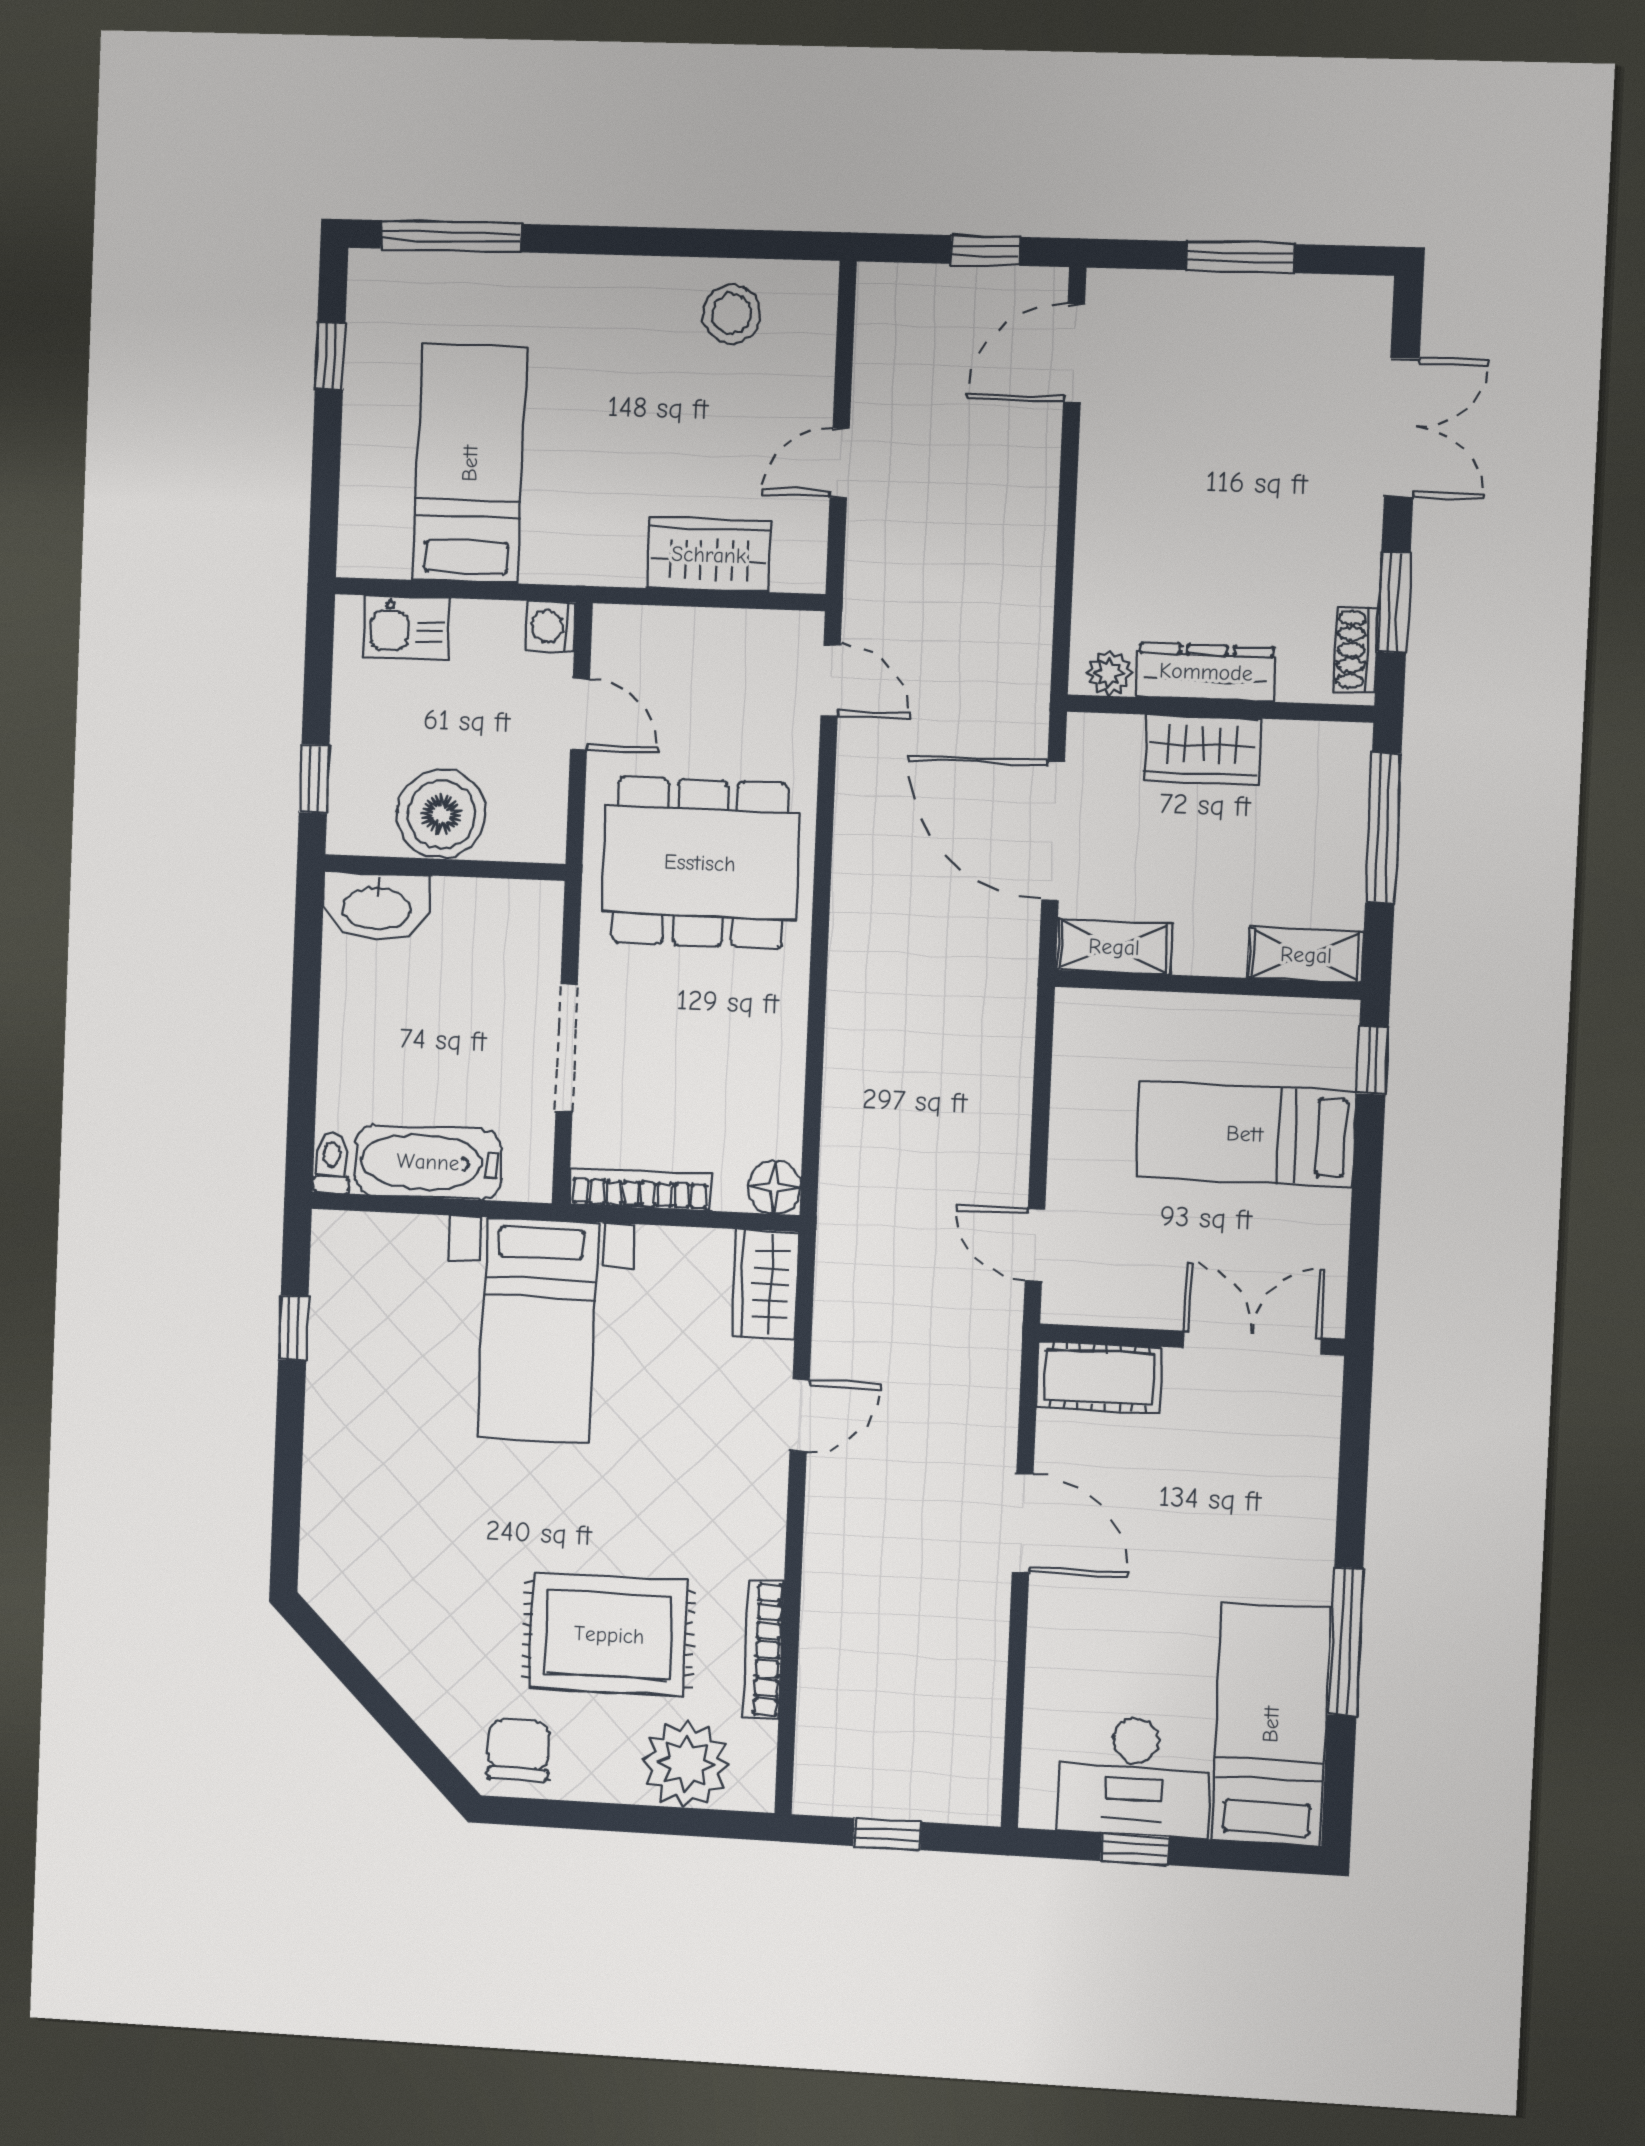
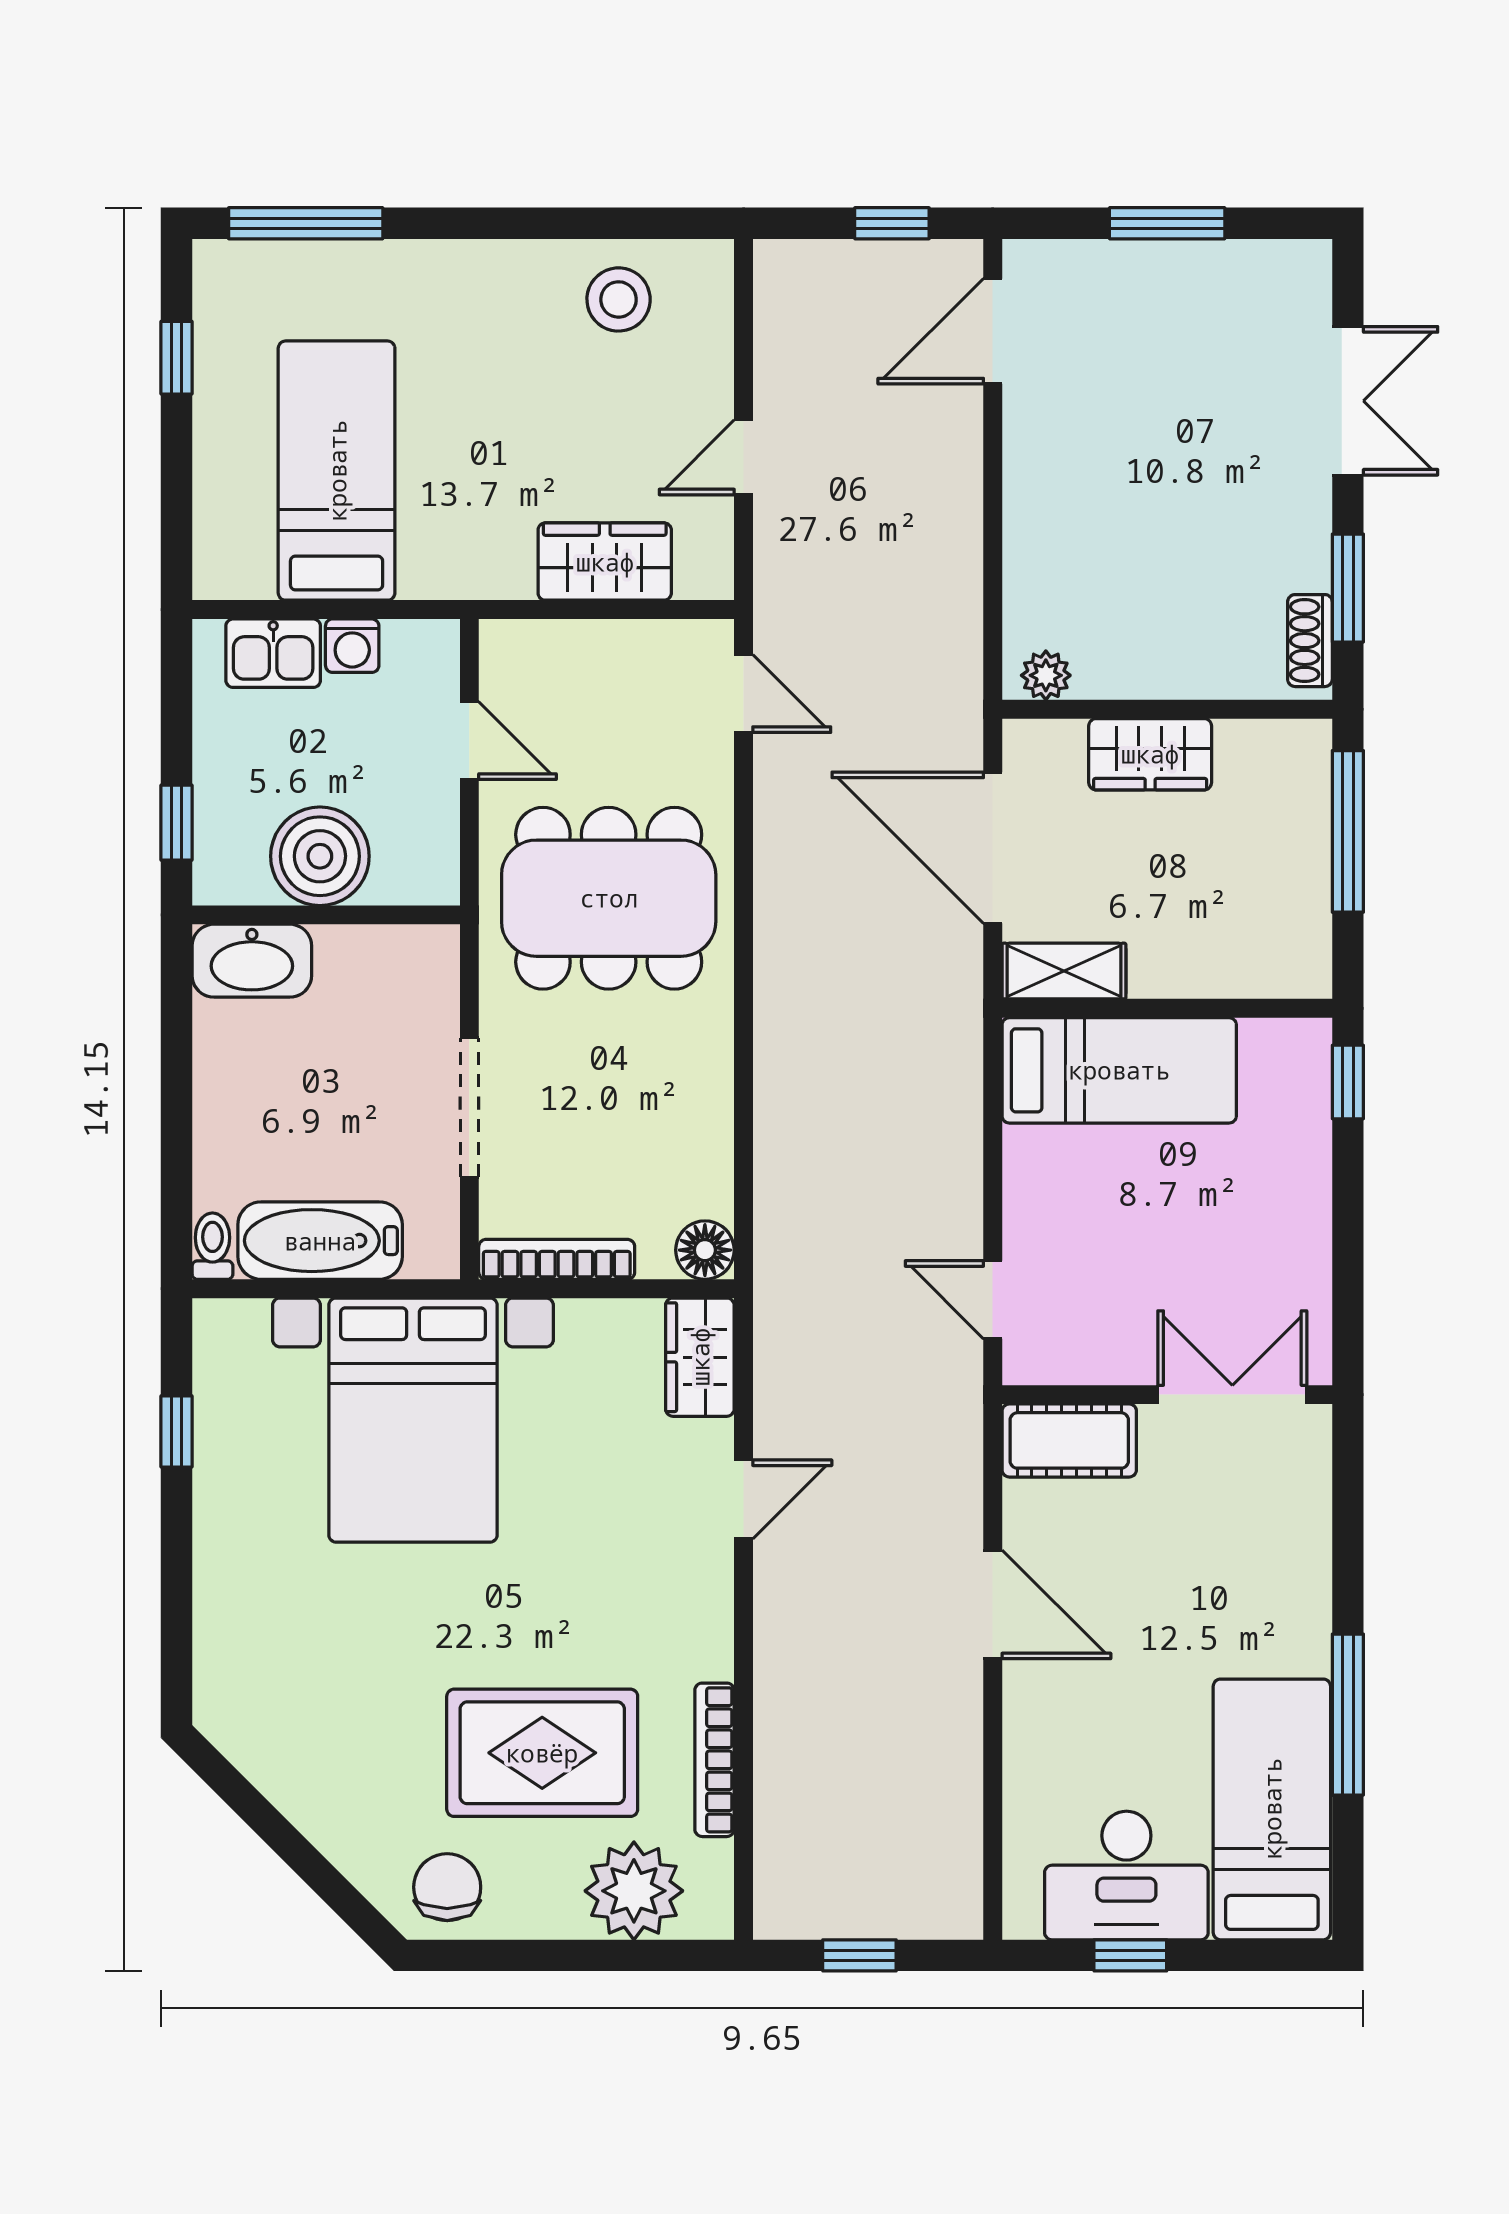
washing machine: (551, 626) -> (352, 646), moved, turned -90
dresser: (1206, 672) -> (1150, 671), removed
shelving: (1306, 955) -> (1271, 971), removed
bed: (1245, 1134) -> (1119, 1070), moved, turned 180
bed with nightstands: (538, 1330) -> (413, 1420), width x1.36

